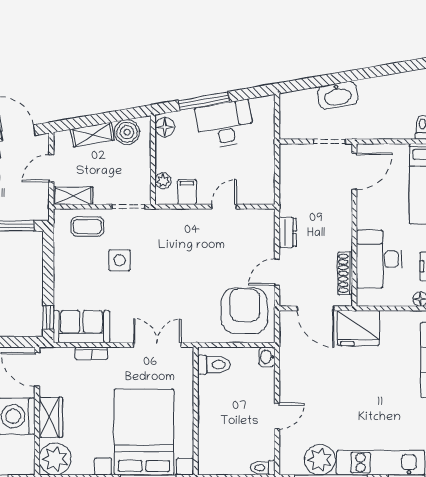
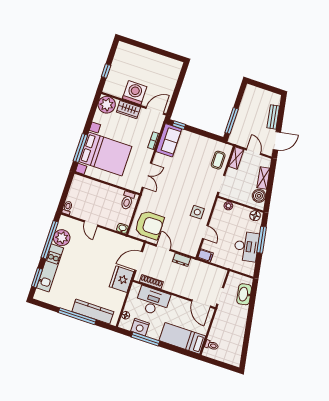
washbasin: (338, 95) -> (244, 294), moved
filing cabinet: (187, 192) -> (205, 255), moved
side table: (120, 260) -> (197, 212), moved

